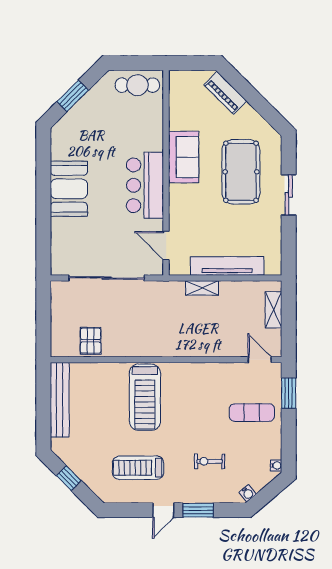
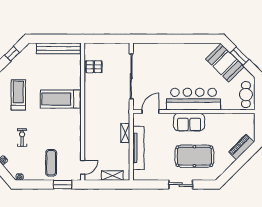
sofa: (184, 157) -> (189, 122), moved
bar counter: (145, 185) -> (194, 99), width x1.36
booth: (69, 189) -> (225, 63), moved, turned 45

